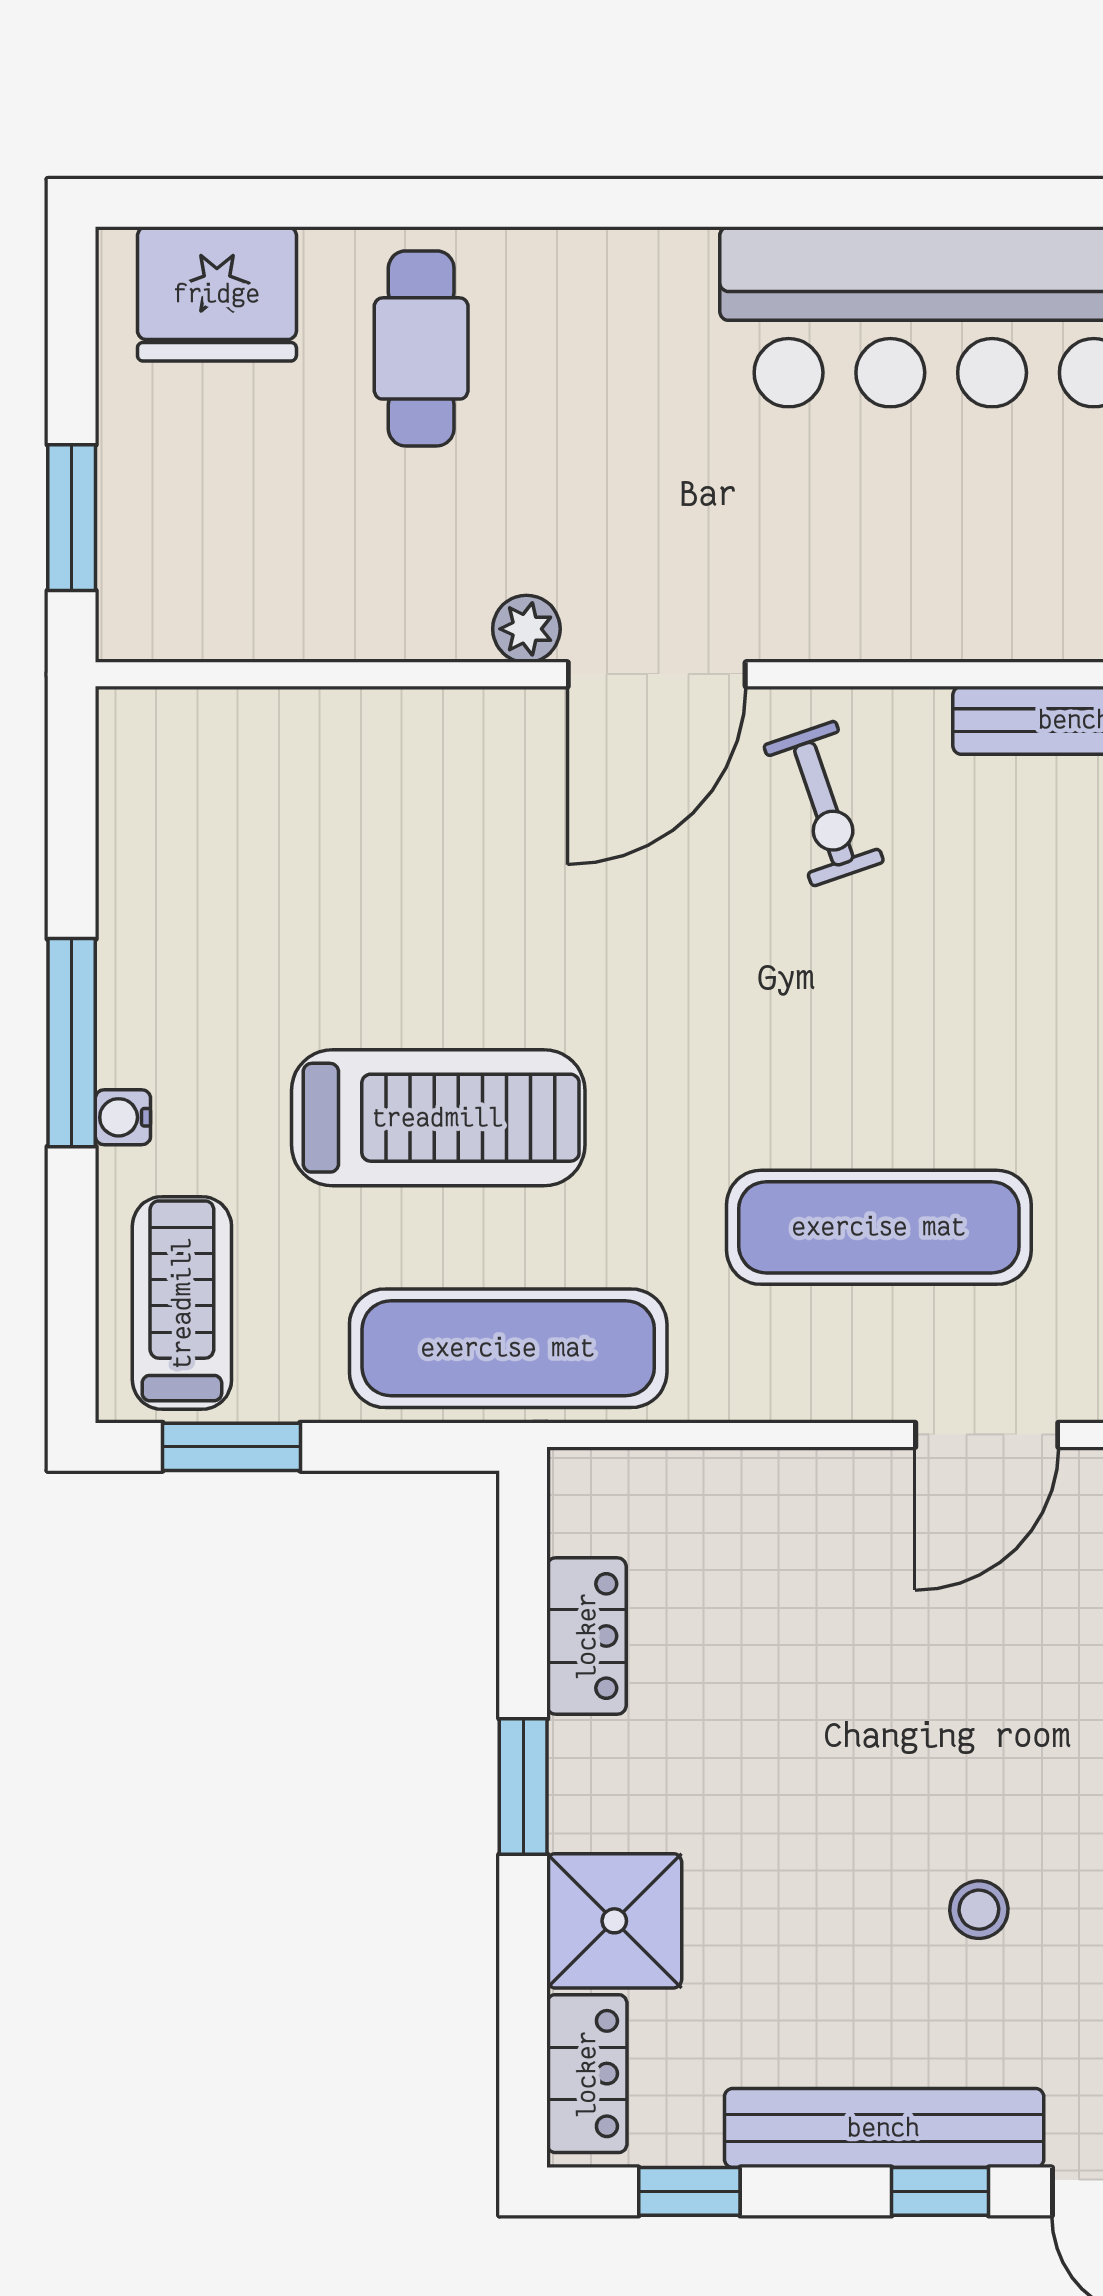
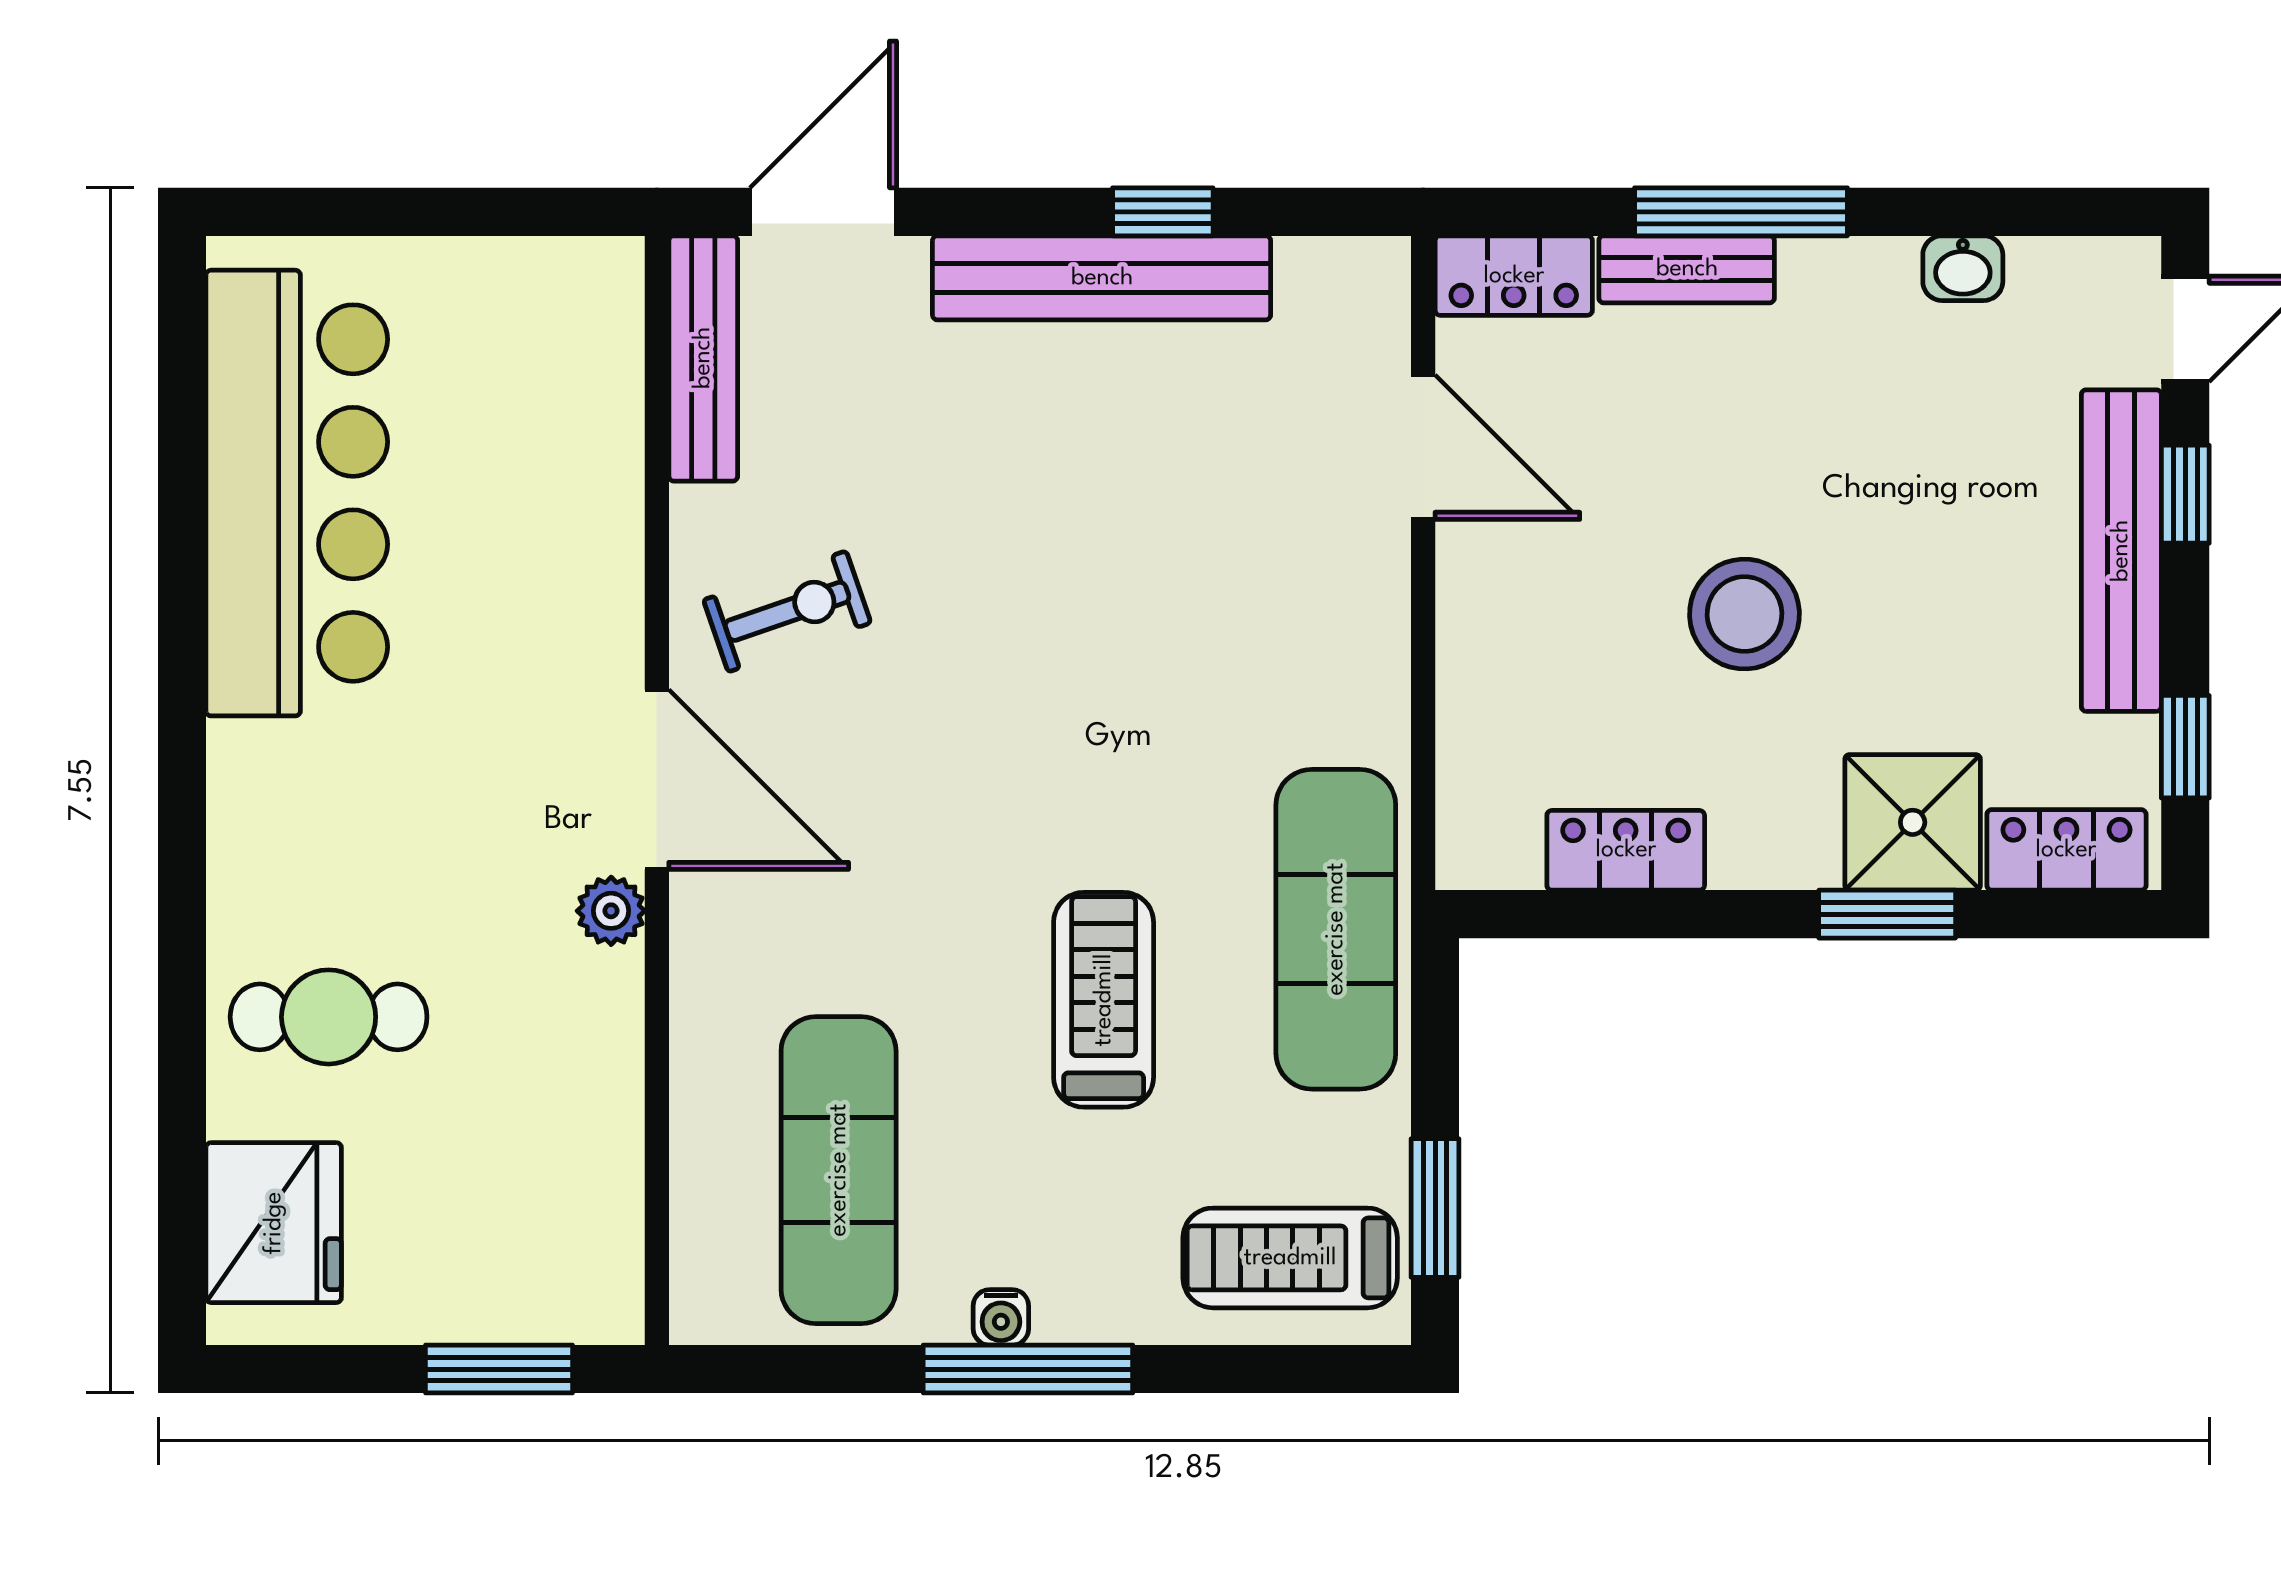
water cooler: (123, 1117) -> (1001, 1317), moved
treadmill: (438, 1118) -> (1104, 1000), width x0.73, depth x0.73
exercise mat: (879, 1227) -> (839, 1170), moved
window: (523, 1787) -> (1887, 914), moved
stool: (979, 1910) -> (1744, 614), moved, width x1.89, depth x1.89

